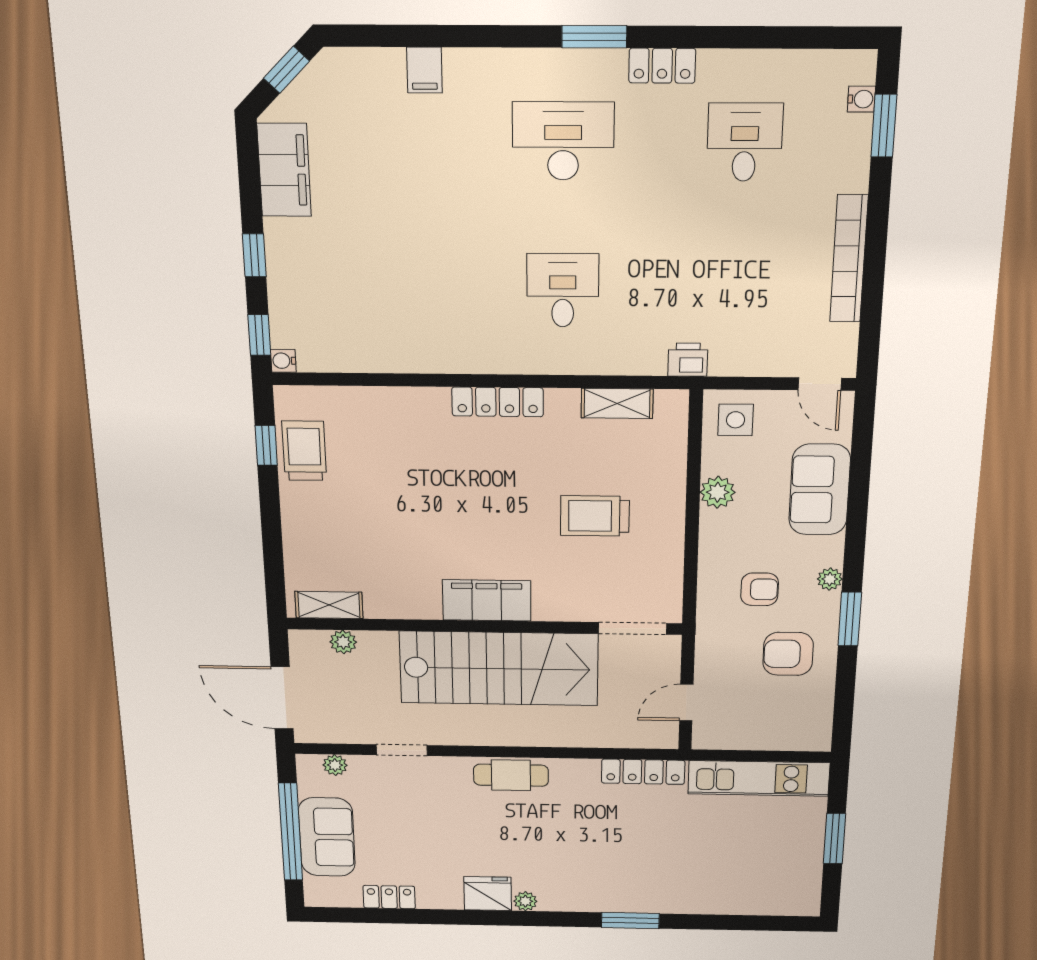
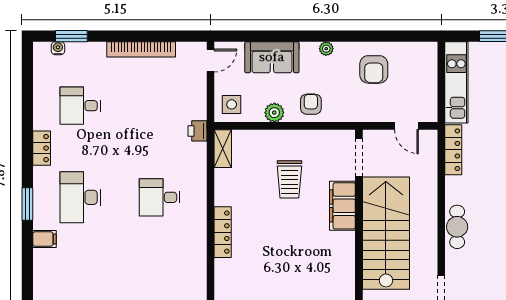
window: (594, 37) -> (27, 204), moved
filing cabinet: (424, 70) -> (44, 239), moved
shelving: (617, 403) -> (223, 149), moved
armchair: (760, 589) -> (311, 104), moved
filing cabinet: (487, 600) -> (342, 206), moved
window: (850, 619) -> (351, 36), removed

